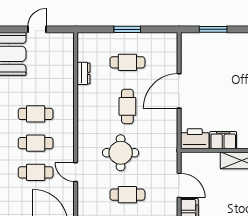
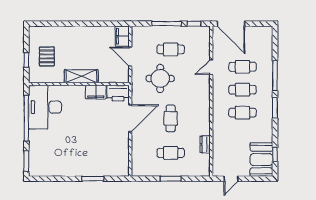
door: (37, 29) -> (231, 179), moved
window: (213, 29) -> (93, 179), moved
door: (179, 91) -> (130, 118), moved
round table: (121, 153) -> (160, 78), moved
door: (76, 172) -> (211, 67), swing flipped

